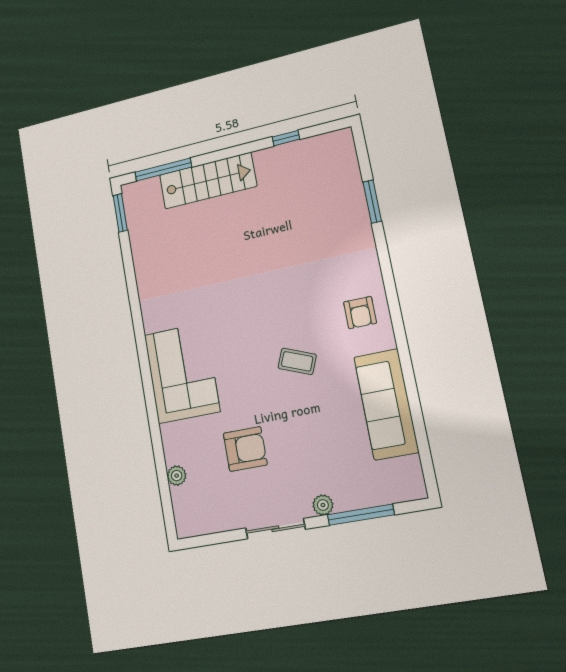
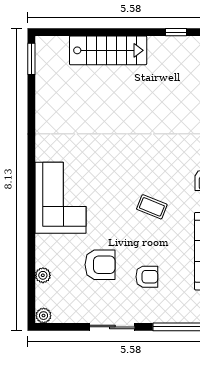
window: (163, 170) -> (73, 32), removed
armchair: (308, 454) -> (147, 277), added
plant: (323, 505) -> (44, 316), moved

